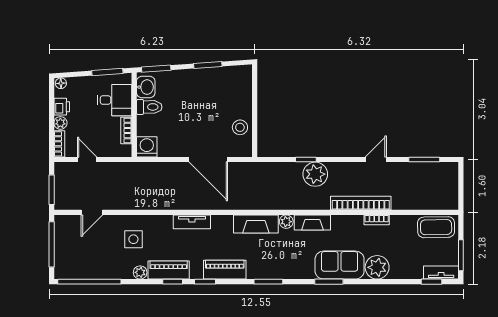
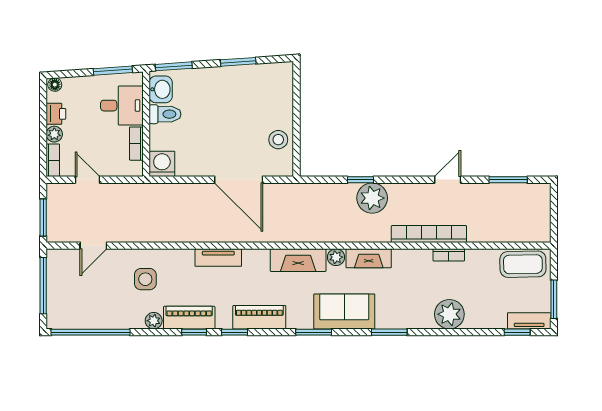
sofa: (340, 265) -> (344, 311), moved

